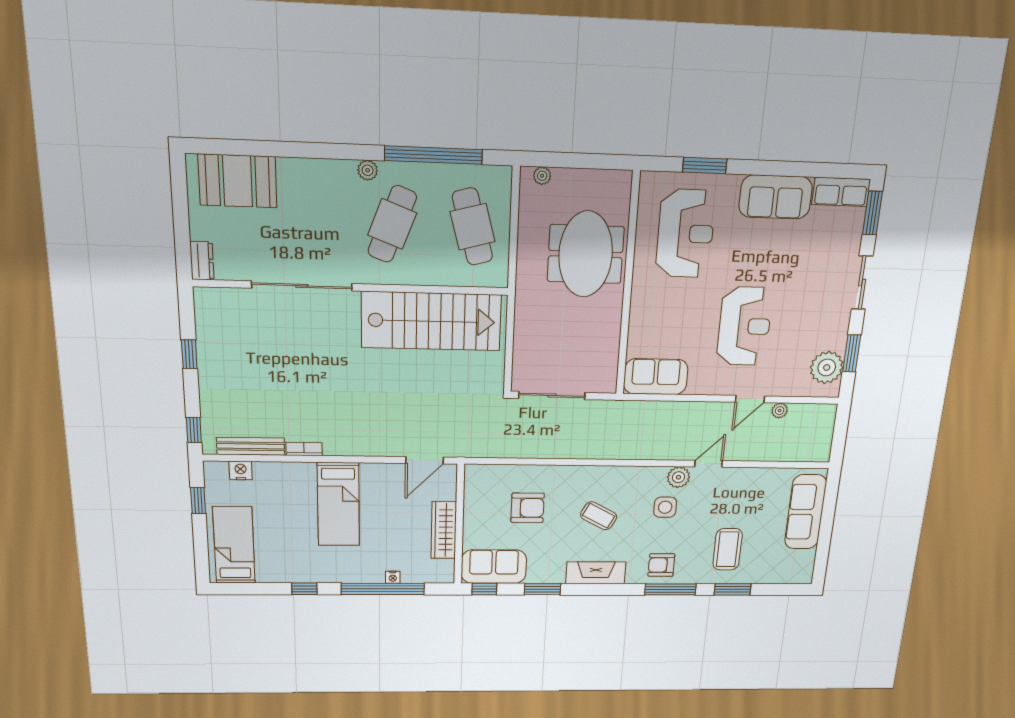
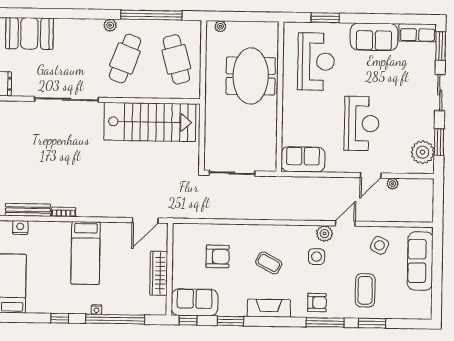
side table: (753, 492) -> (379, 245), added
armchair: (661, 565) -> (317, 302), turned 180
nightstand: (393, 577) -> (97, 309), moved

